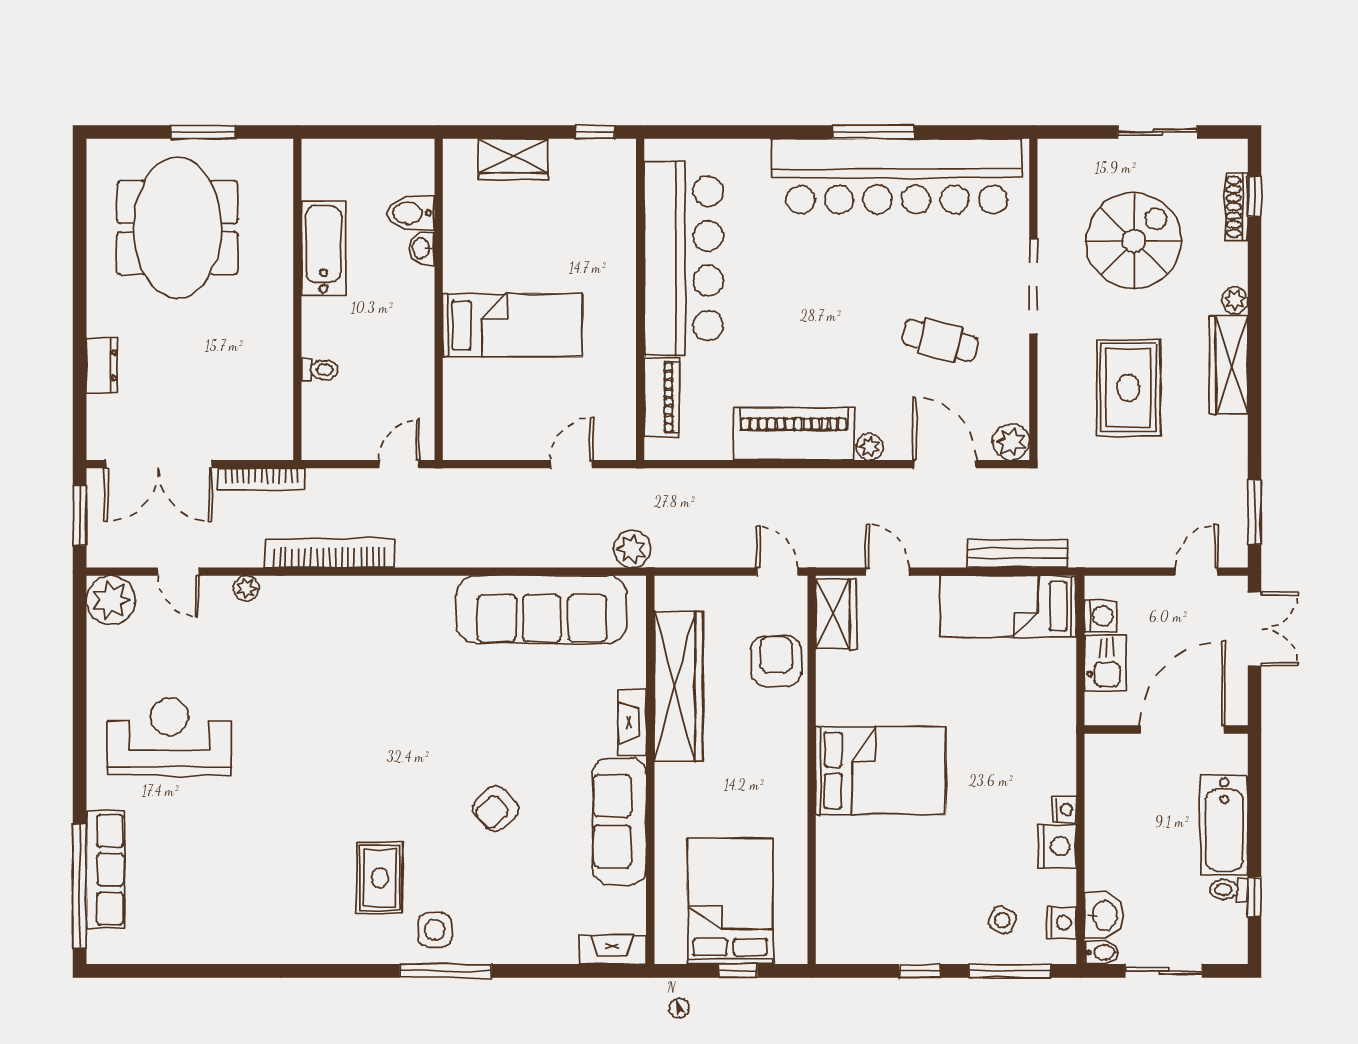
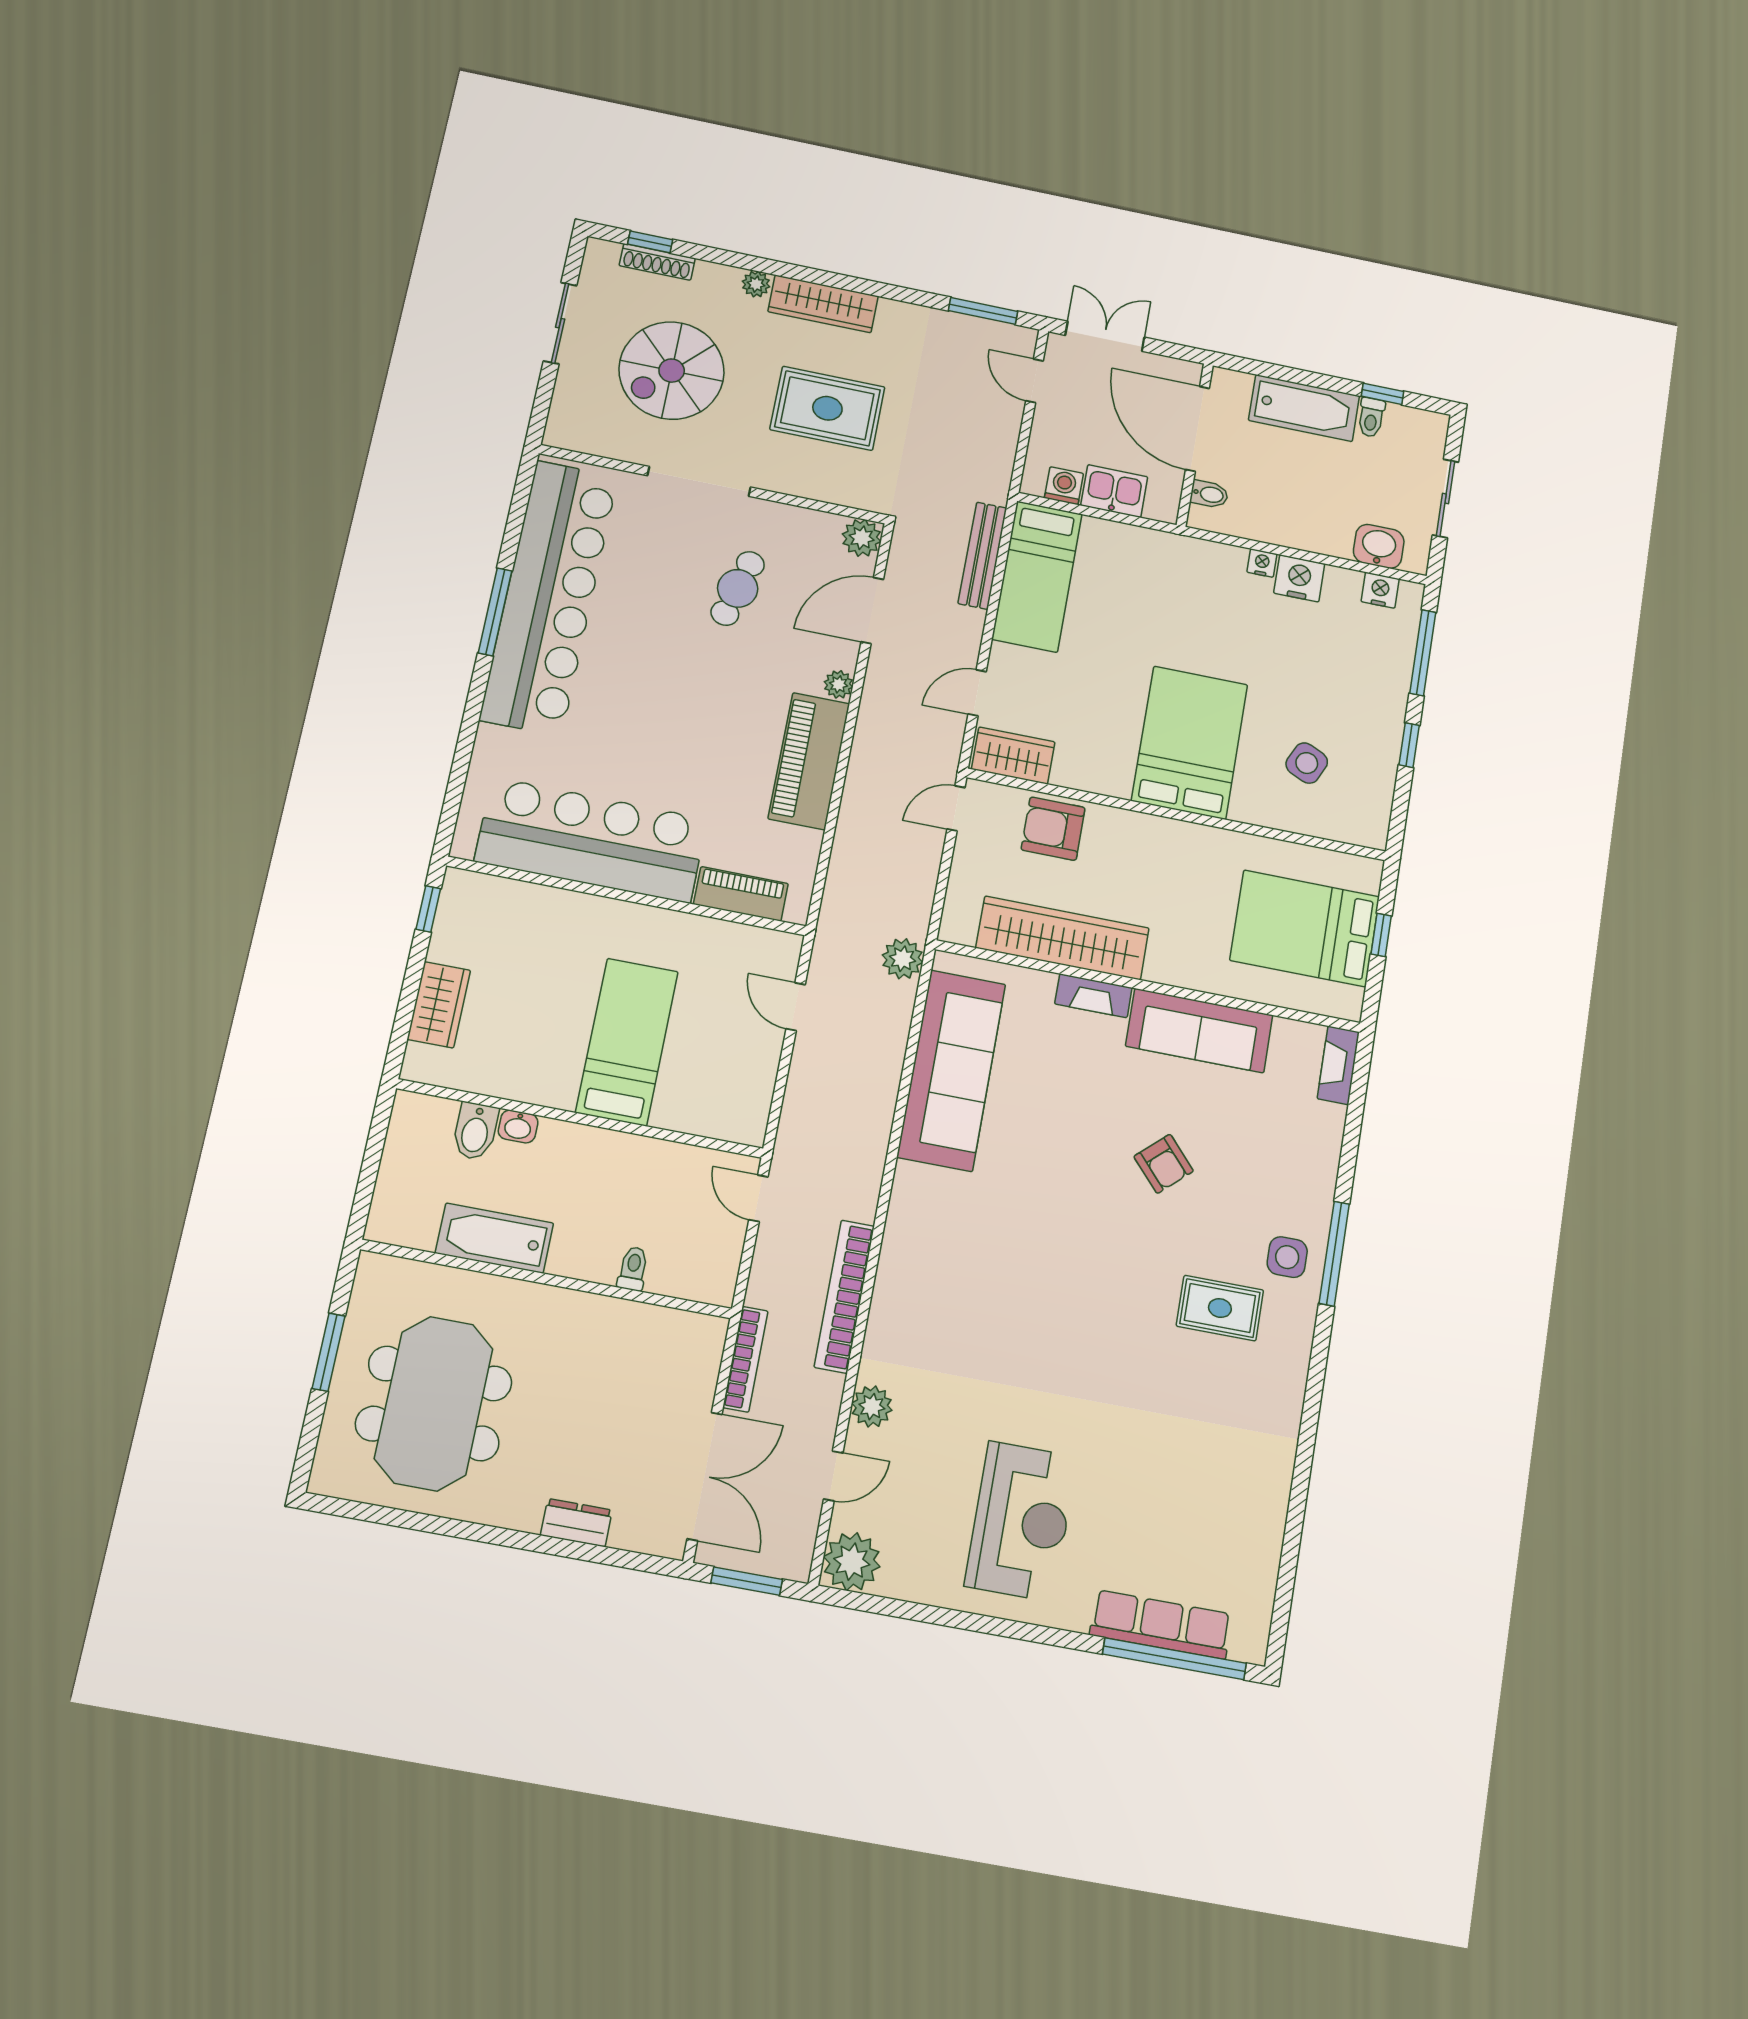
meeting table: (177, 228) -> (434, 1403), turned 90
spiral stairs: (1134, 241) -> (672, 371), turned -90
plant: (246, 589) -> (872, 1407), width x1.38, depth x1.38
reception desk: (169, 737) -> (1021, 1521), turned 180
side table: (1002, 920) -> (1307, 763), moved, width x1.37, depth x1.37
bidet: (1101, 952) -> (1209, 494), moved, turned 90

